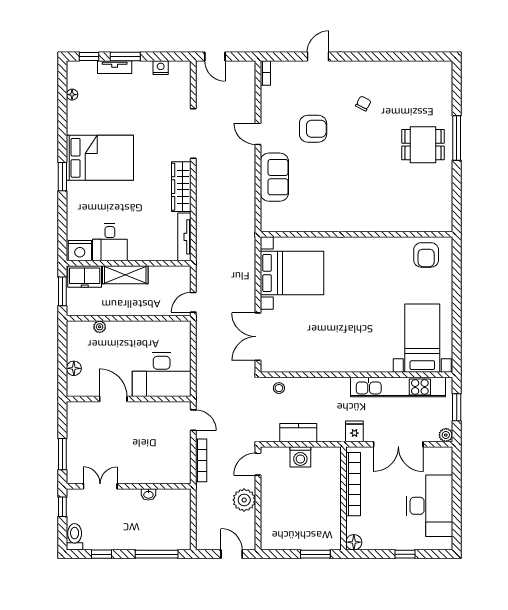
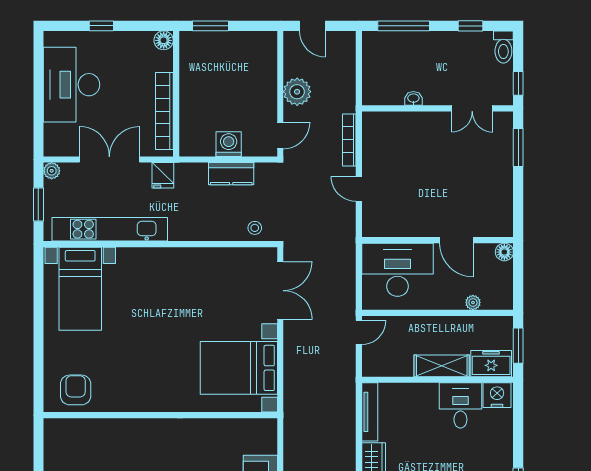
desk: (162, 375) -> (397, 270), moved
door: (113, 399) -> (456, 240), moved
wall: (129, 399) -> (438, 240), moved

